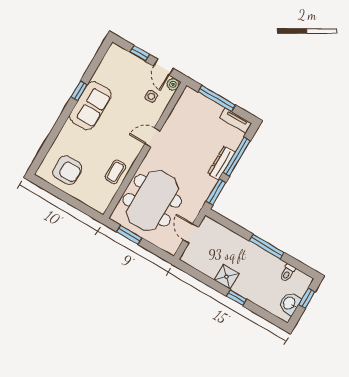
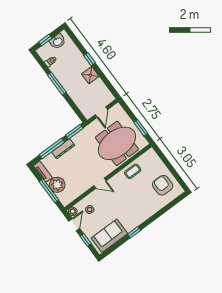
sofa: (90, 106) -> (109, 236), moved
plant: (209, 111) -> (57, 185), added

